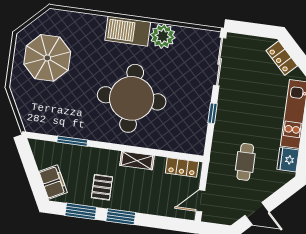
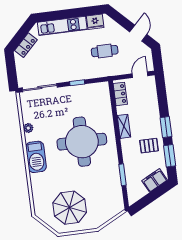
plant: (163, 36) -> (28, 128), width x0.53, depth x0.53
door: (201, 201) -> (140, 75), swing flipped

